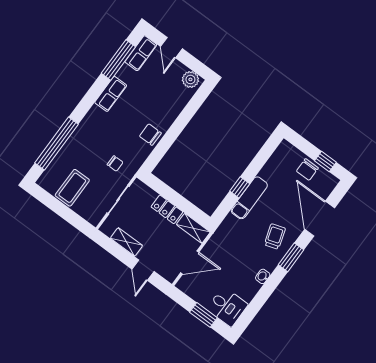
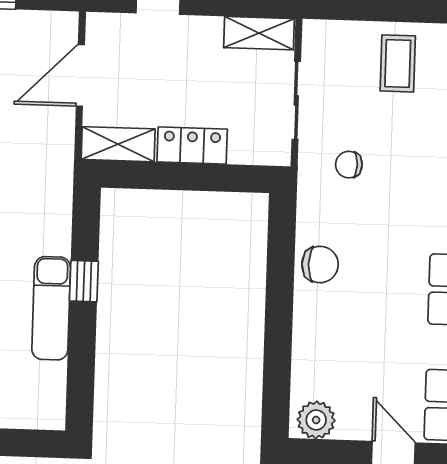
coffee table: (72, 188) -> (398, 63), width x0.73, depth x0.77
exam couch: (249, 198) -> (51, 308), moved
shelving: (126, 242) -> (259, 33), moved

